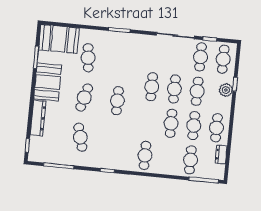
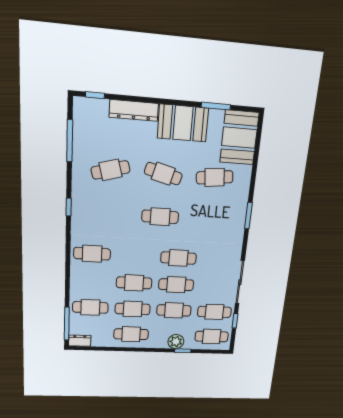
dresser: (221, 154) -> (80, 341), moved

